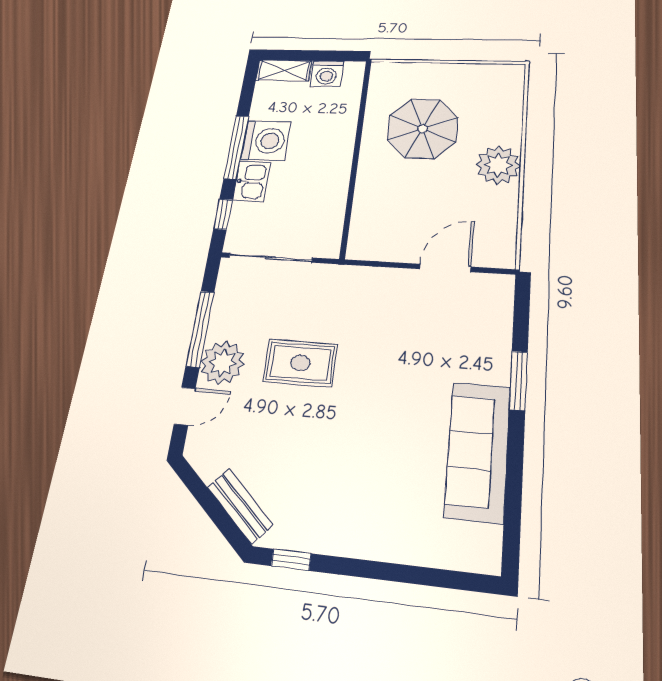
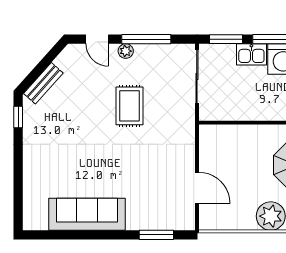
window: (223, 214) -> (226, 39), width x1.50
plant: (223, 363) -> (126, 51), width x0.53, depth x0.53
window: (518, 380) -> (156, 235), moved

